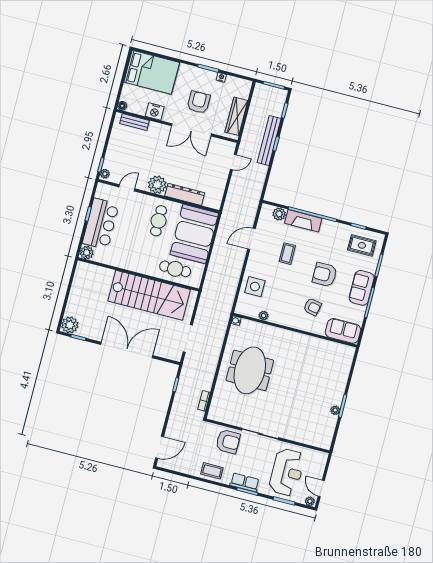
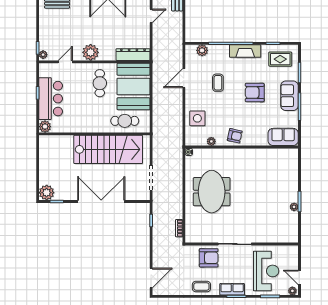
dresser: (185, 194) -> (133, 55), moved
fireplace: (303, 221) -> (245, 51), moved
armchair: (312, 307) -> (235, 136), moved

